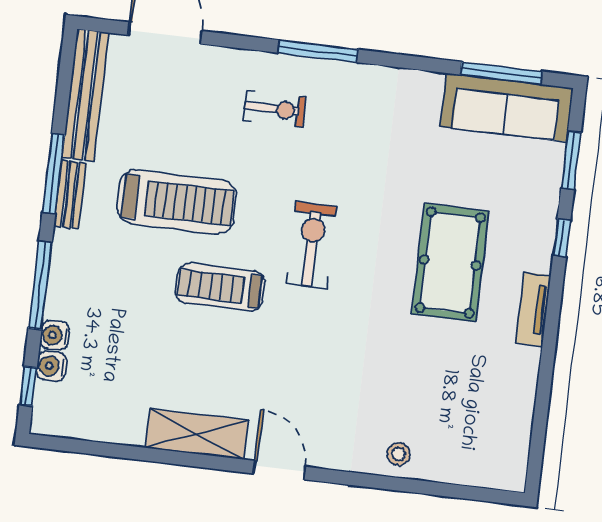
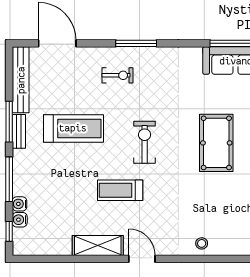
treadmill: (220, 287) -> (120, 190), moved

